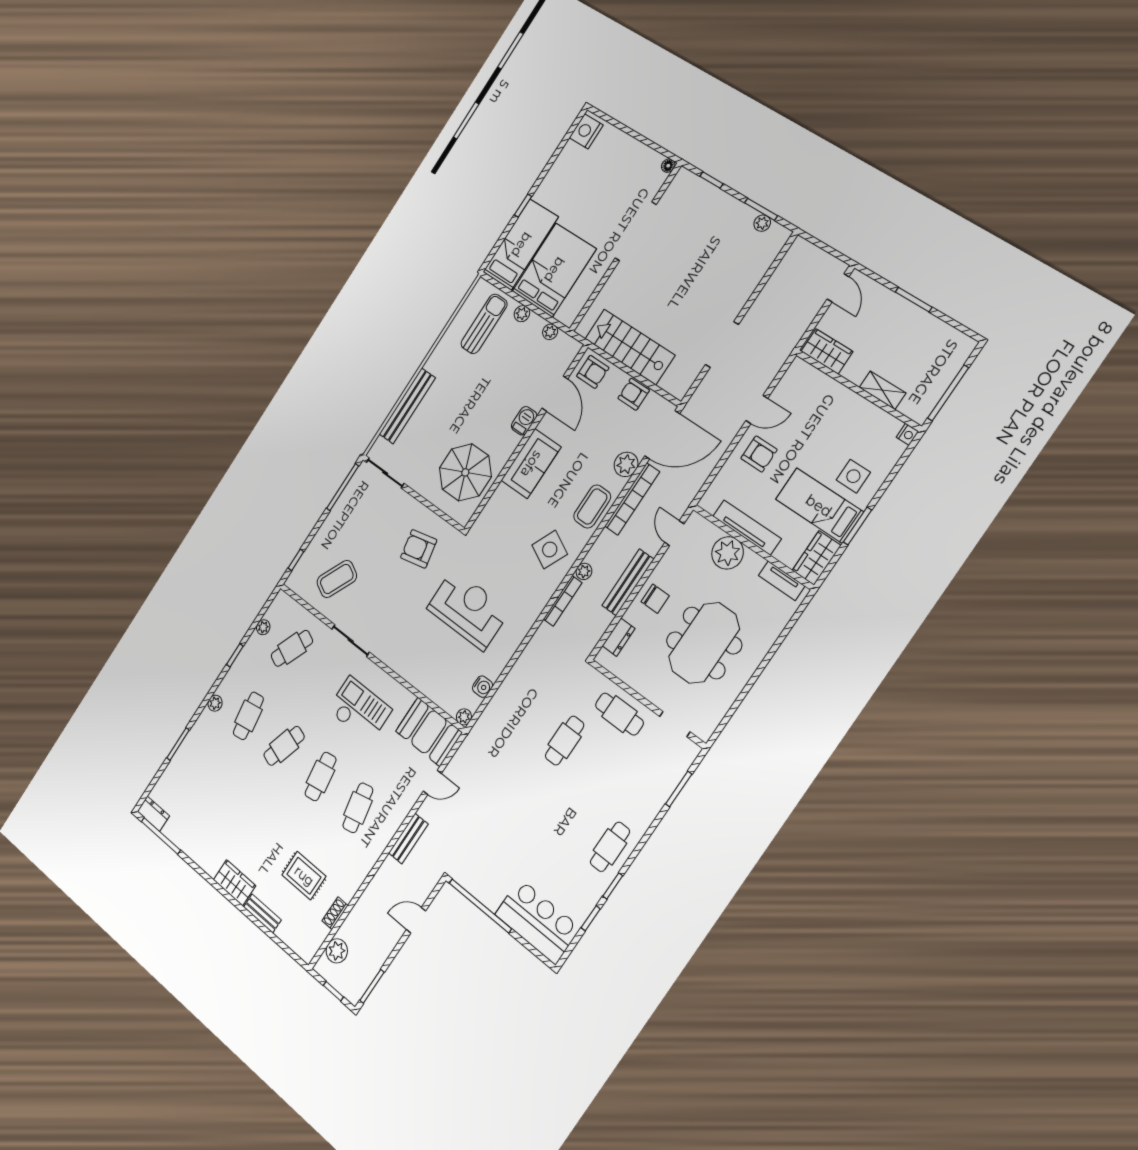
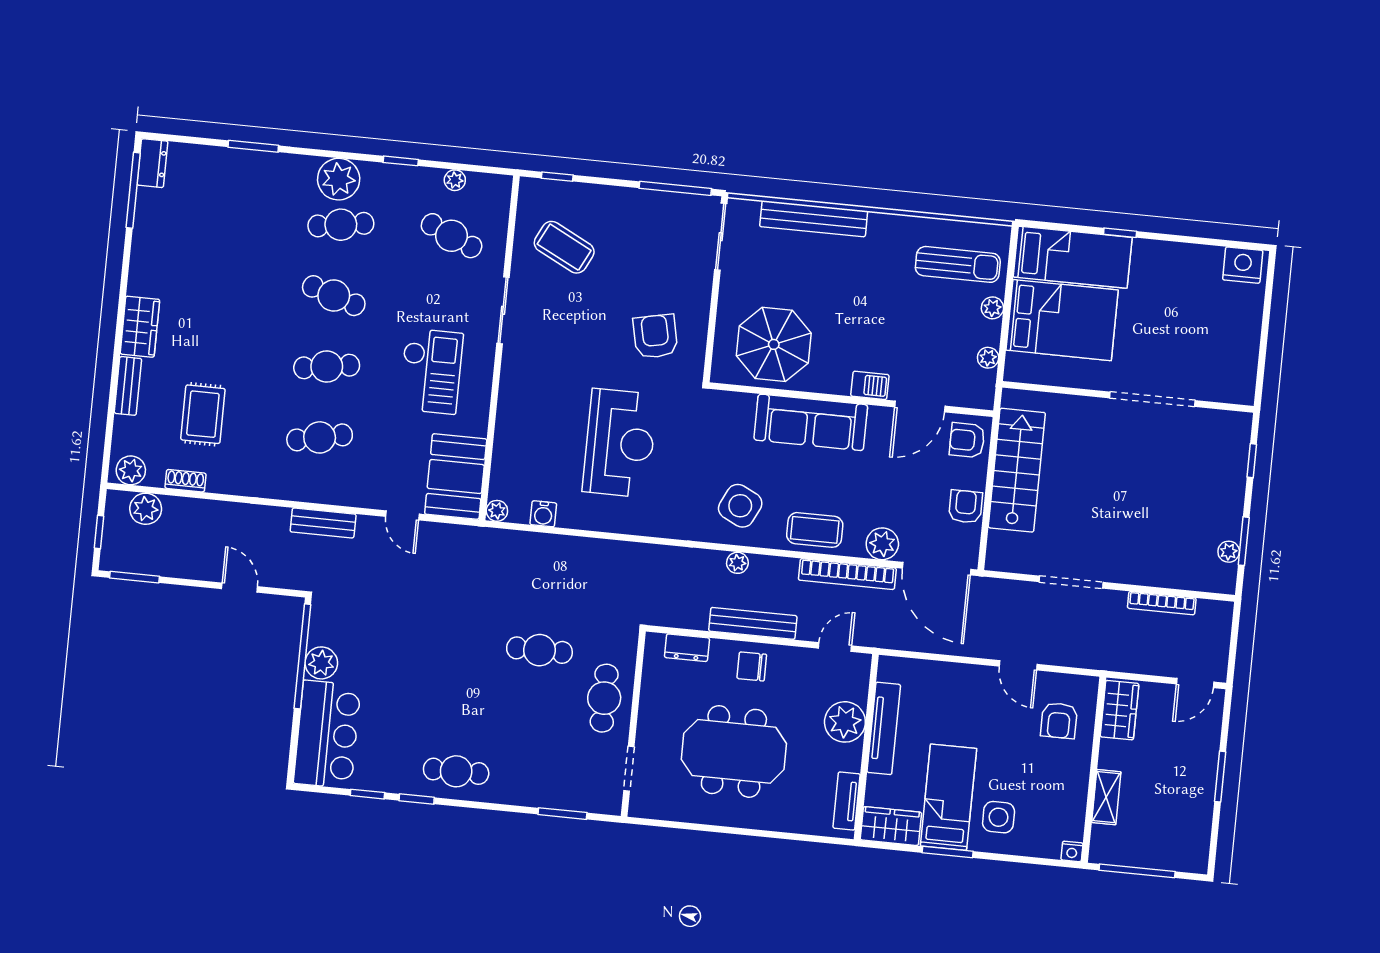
floor lamp: (668, 166) -> (1246, 396), removed
armchair: (593, 372) -> (967, 440), turned 90
armchair: (759, 454) -> (1059, 721), moved
sofa: (531, 464) -> (811, 422), width x1.36
chair: (655, 599) -> (752, 666), turned 90
bookcase: (563, 601) -> (1162, 603), moved
plant: (215, 703) -> (339, 179), width x1.88, depth x1.88
plant: (491, 896) -> (321, 663), added
plant: (310, 945) -> (131, 470), added

